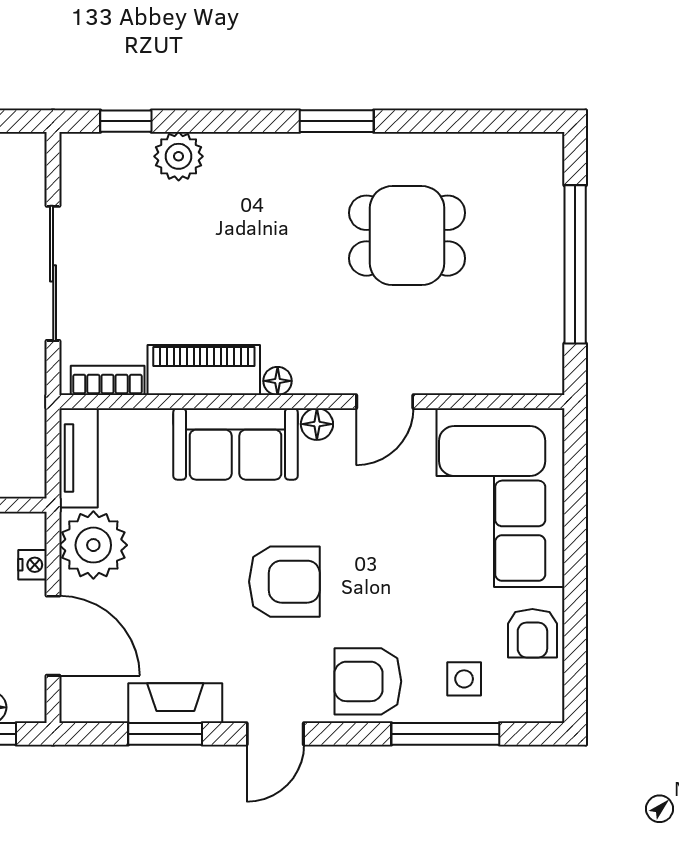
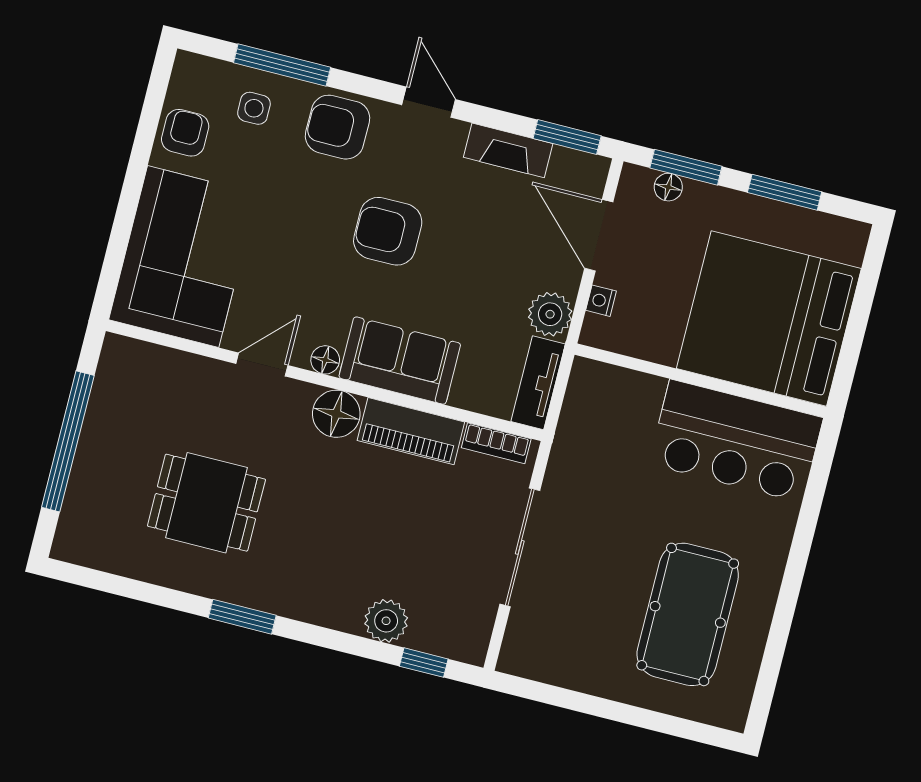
floor lamp: (278, 381) -> (336, 414), width x1.89, depth x1.89
plant: (93, 545) -> (550, 314), width x0.73, depth x0.73
armchair: (368, 681) -> (338, 127), turned 180
window: (165, 734) -> (567, 137), moved
door: (275, 734) -> (429, 102), hinge flipped

